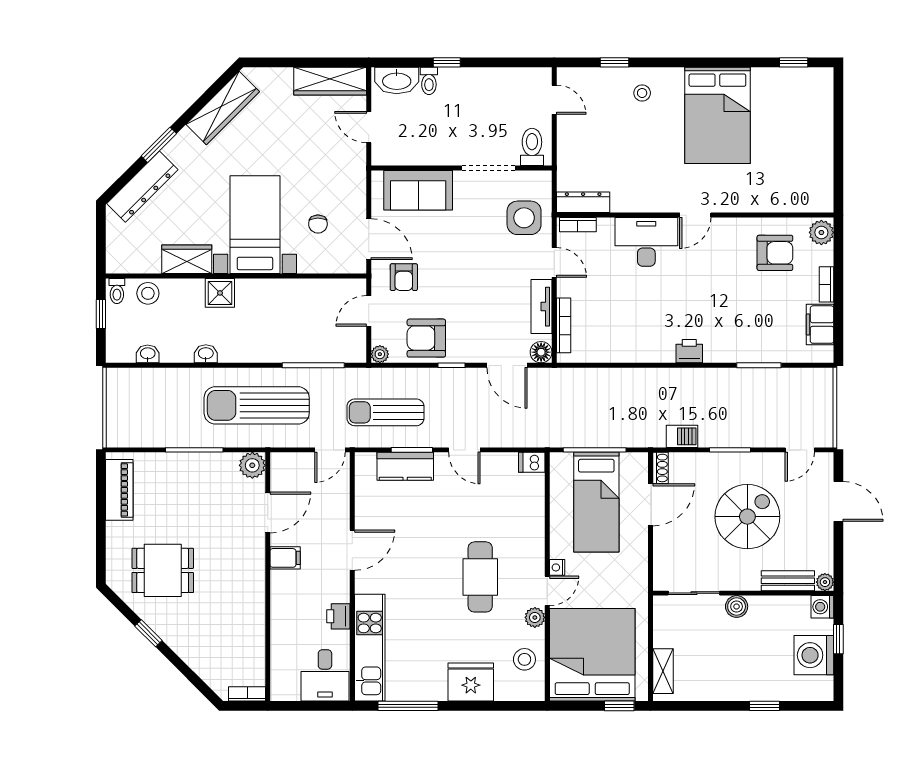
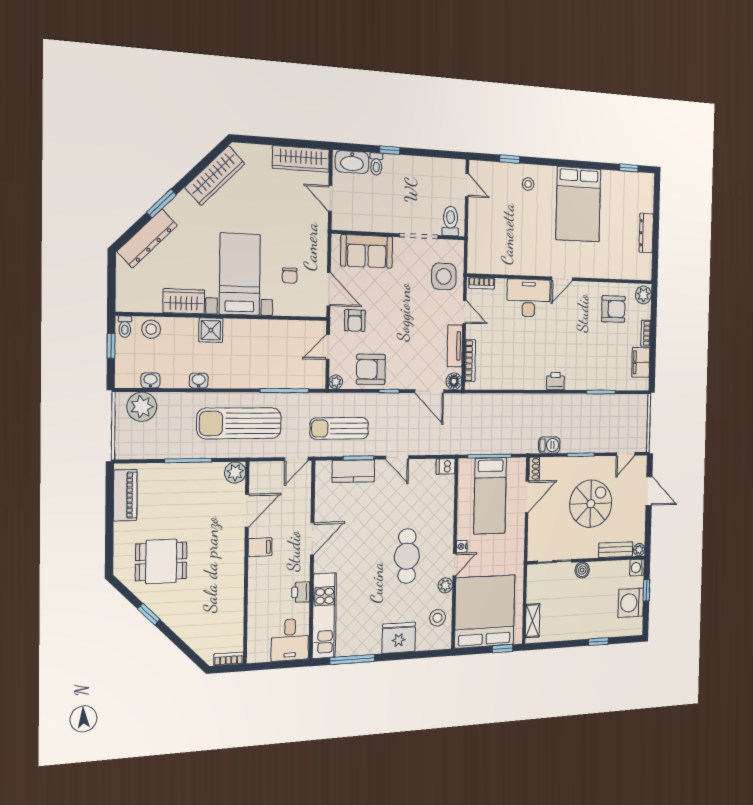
dresser: (583, 202) -> (646, 233), moved, turned -90
plant: (138, 385) -> (142, 407), added

